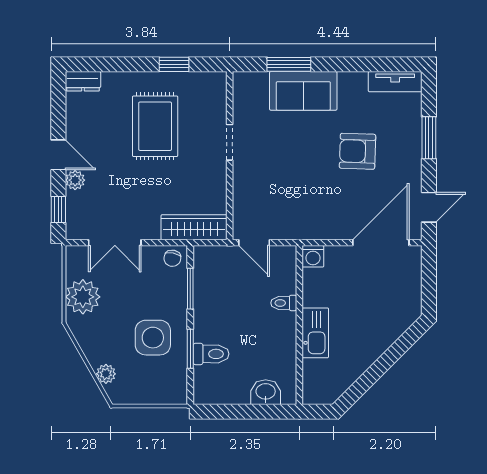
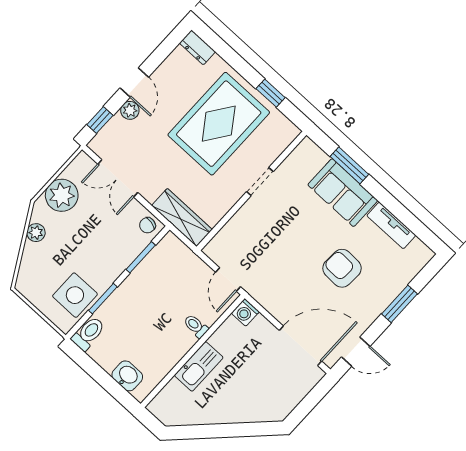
tv unit: (395, 82) -> (391, 225), moved
rug: (155, 126) -> (219, 124), width x1.37, depth x1.44
door: (254, 243) -> (228, 279), moved
side table: (153, 338) -> (75, 295), moved
toilet: (211, 354) -> (88, 333), moved, turned -90
plant: (106, 374) -> (36, 233), moved

